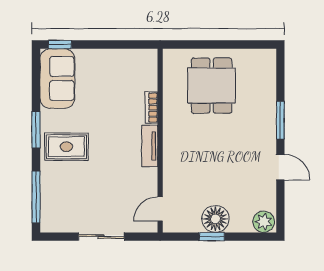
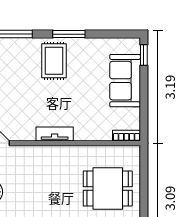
sofa: (57, 78) -> (125, 81), moved, turned 90
bookcase: (151, 108) -> (126, 136), moved

